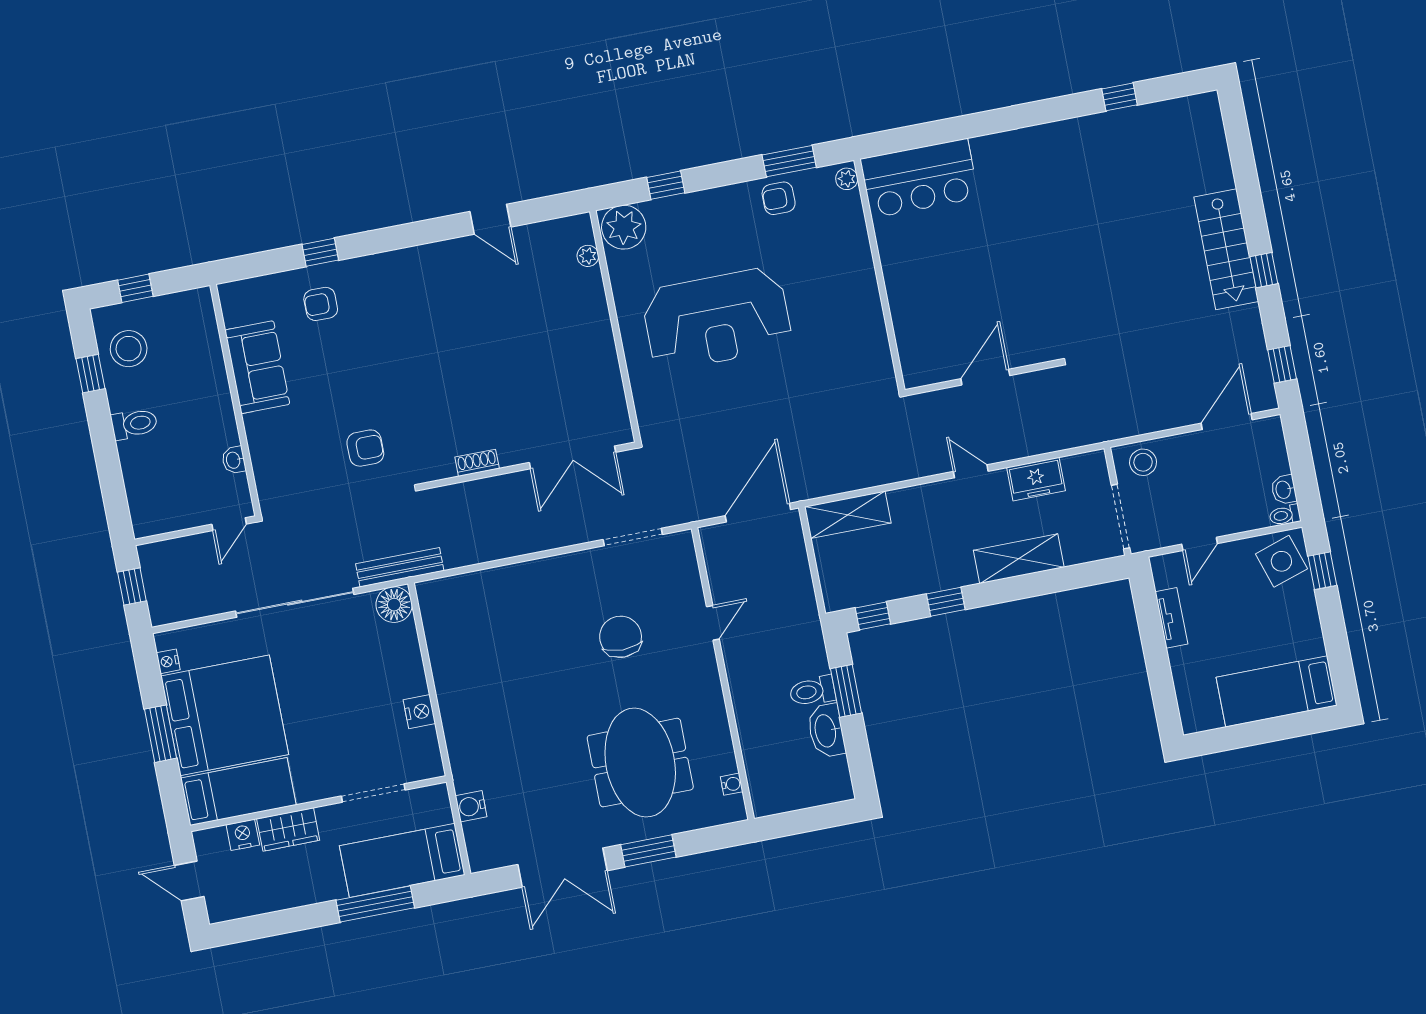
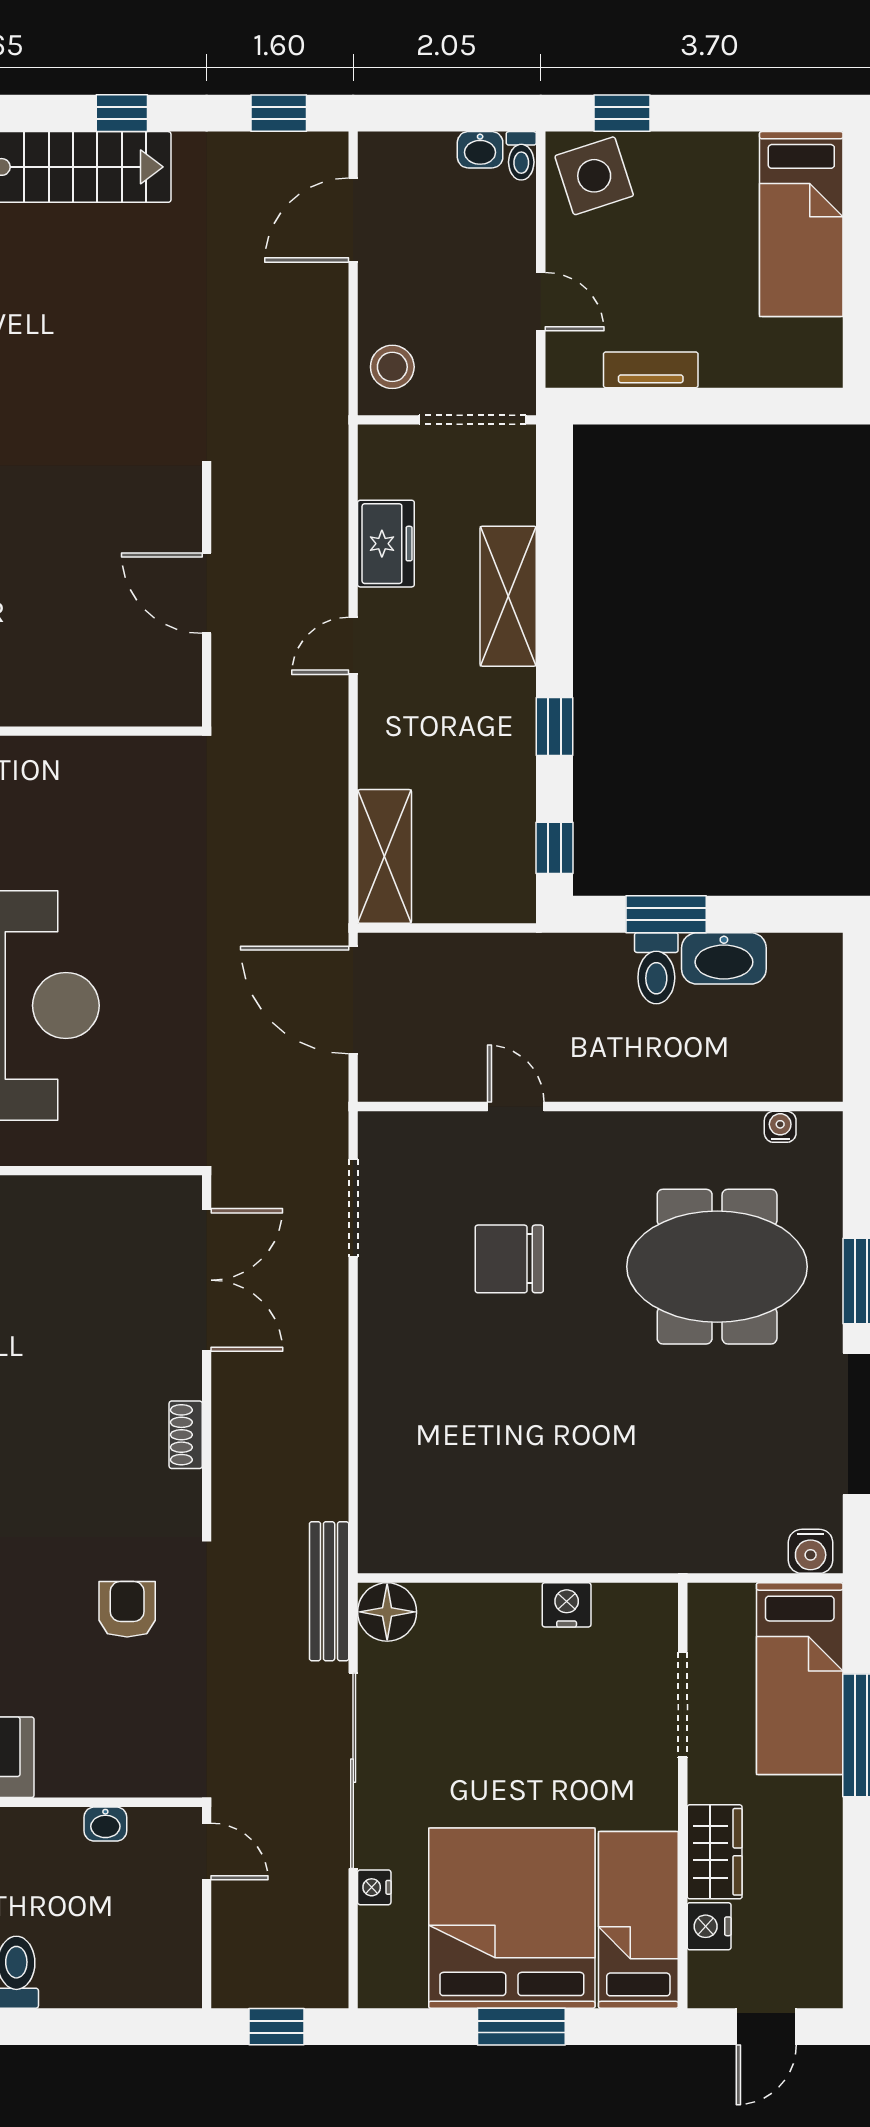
door: (1227, 422) -> (353, 220), hinge flipped
nightstand: (168, 661) -> (374, 1887), moved, turned 90
water cooler: (471, 806) -> (811, 1551), moved

